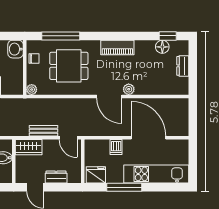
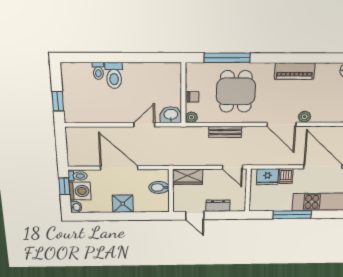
washbasin: (16, 49) -> (171, 115), moved, turned 90
chair: (34, 59) -> (193, 97), moved
dining table: (69, 66) -> (236, 91), turned 90
bench: (44, 131) -> (225, 132), moved
fridge: (96, 175) -> (267, 177), moved, turned 180

